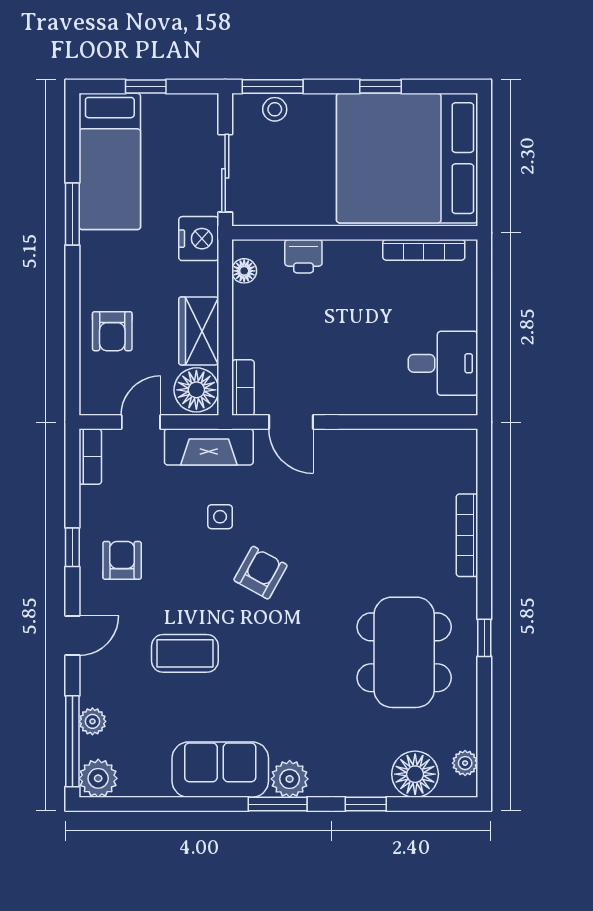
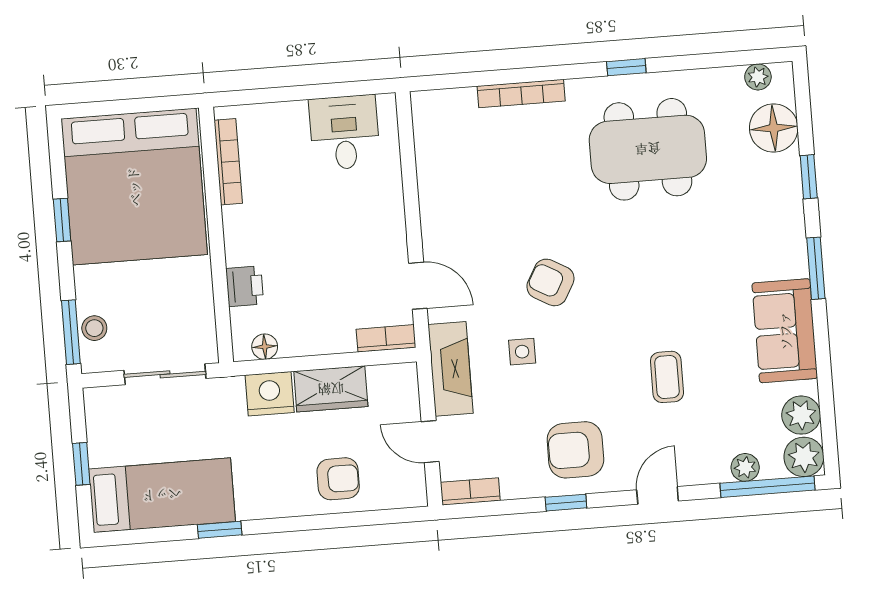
window: (72, 214) -> (220, 530), width x0.67
nightstand: (199, 239) -> (270, 394), moved
floor lamp: (196, 390) -> (392, 387), removed
door: (291, 422) -> (418, 286), hinge flipped
armchair: (122, 560) -> (575, 450), width x1.38, depth x1.38
armchair: (261, 573) -> (550, 282), moved
door: (72, 636) -> (658, 495), hinge flipped
coffee table: (185, 653) -> (667, 377), width x0.73, depth x0.77
plant: (290, 779) -> (801, 415), moved

